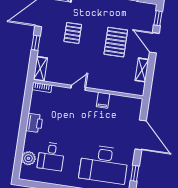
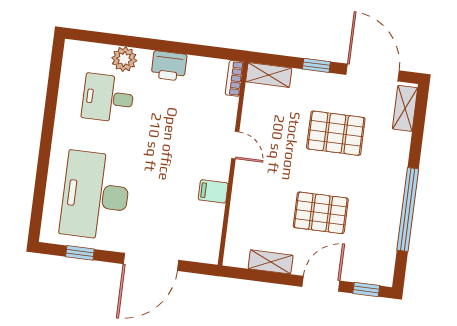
pallet: (73, 33) -> (336, 133), width x1.50, depth x1.42
plant: (28, 158) -> (124, 59), moved

